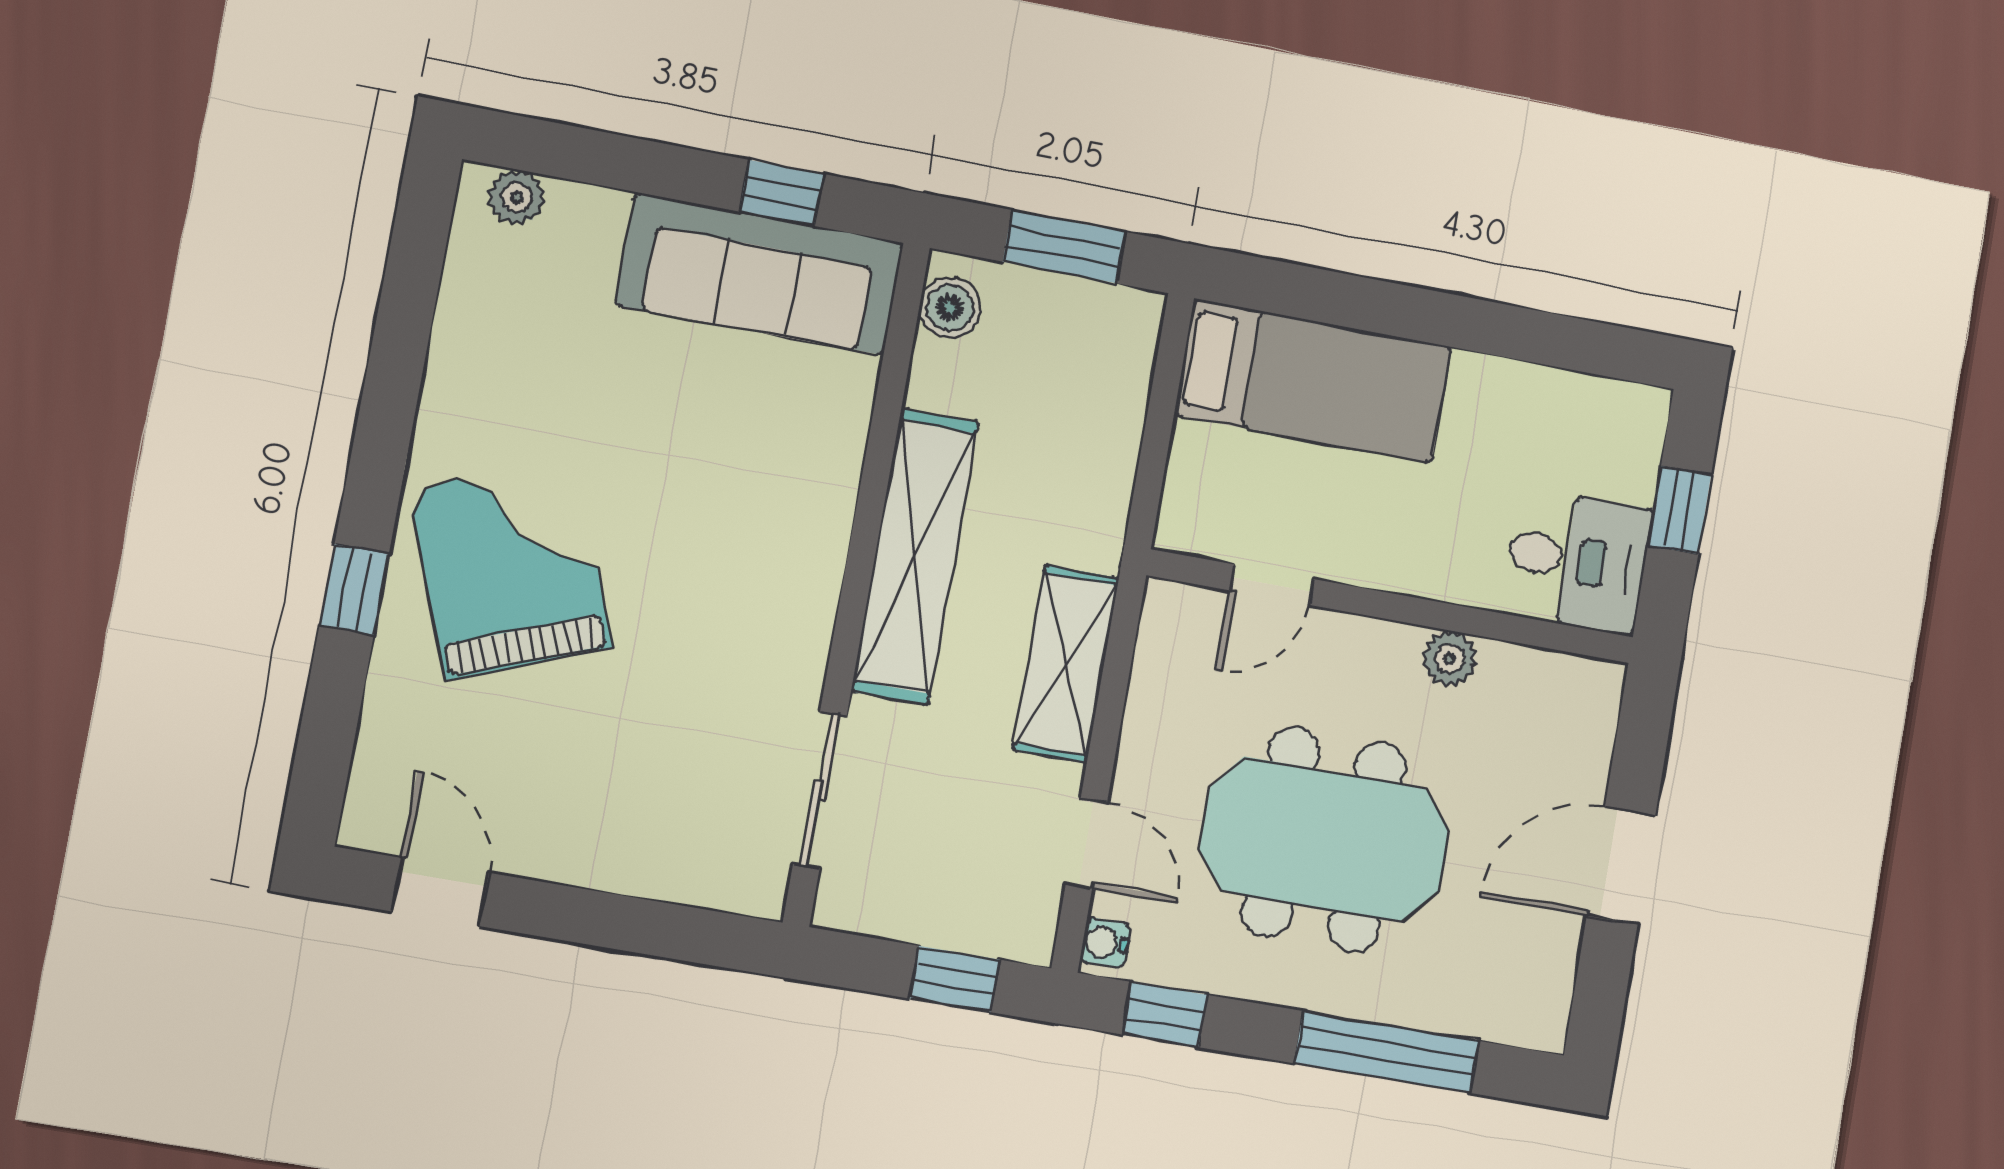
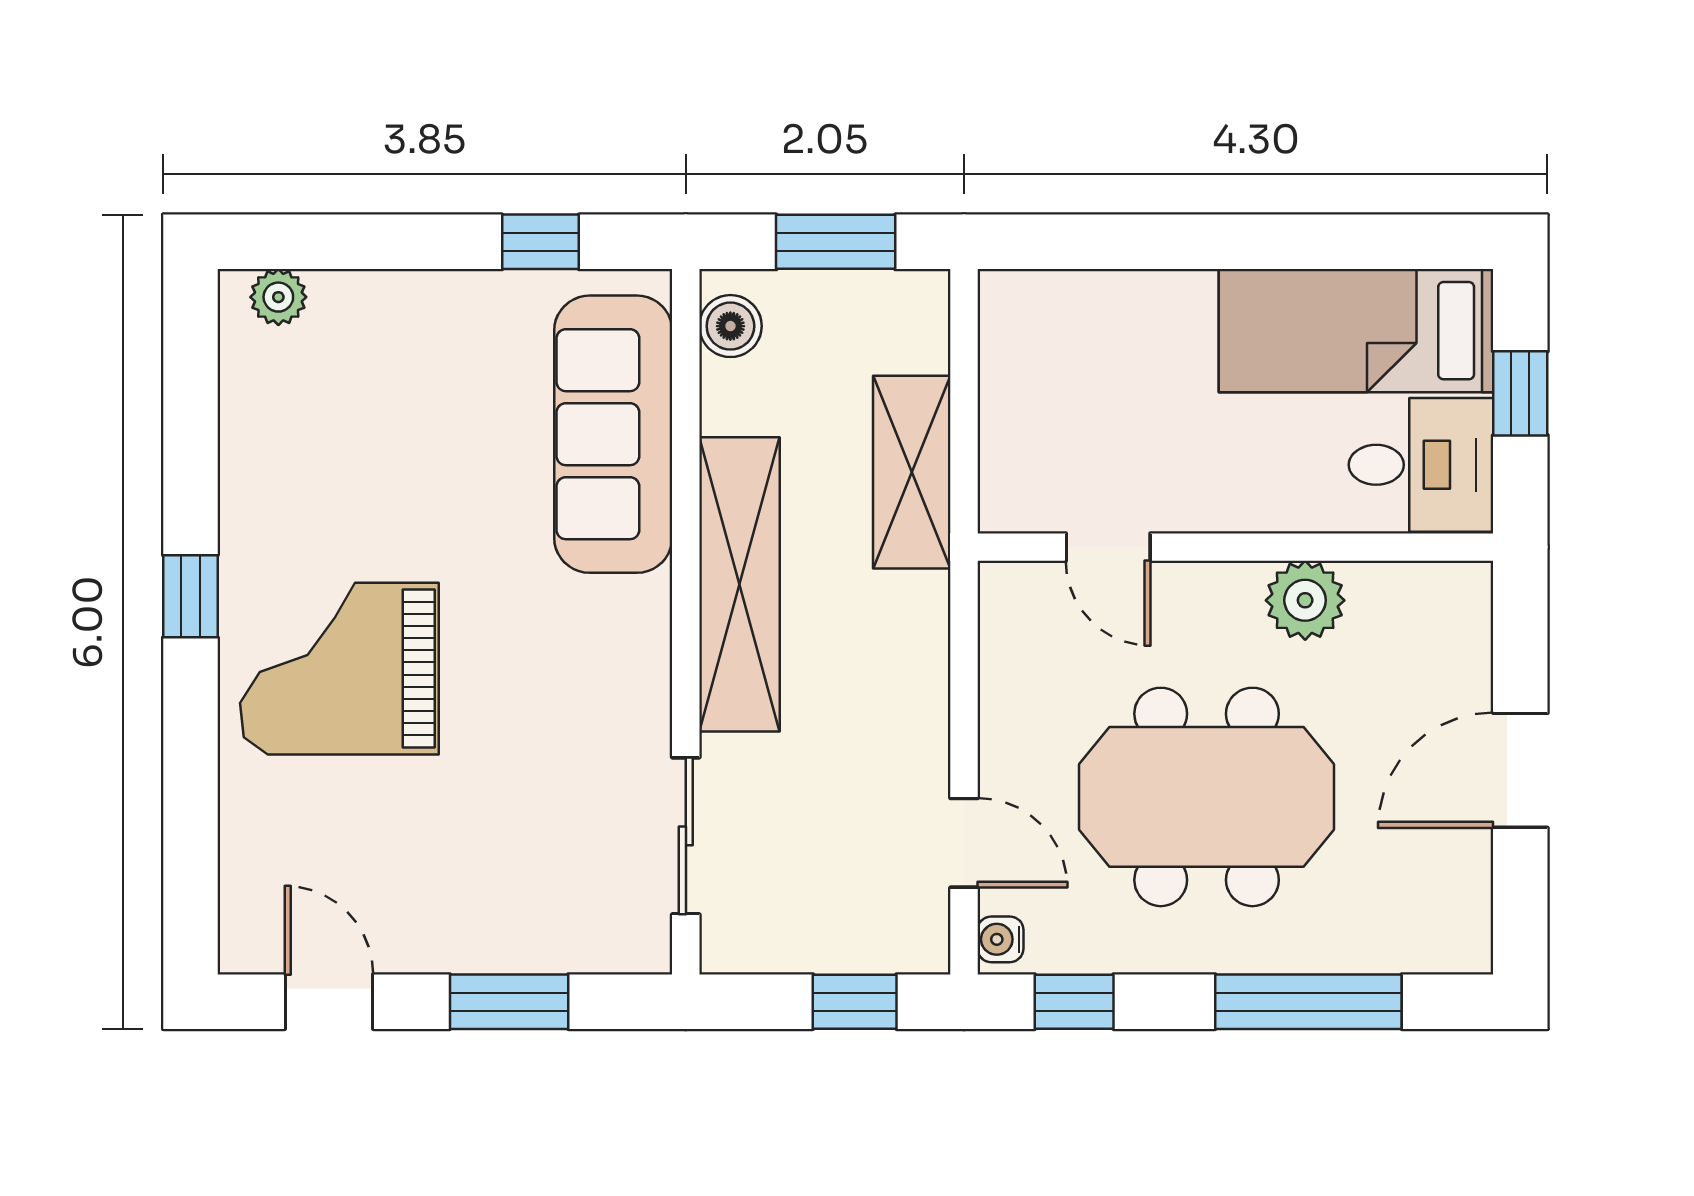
sofa: (760, 274) -> (613, 434), moved, turned 90
bed: (1313, 381) -> (1356, 331), moved, turned 180
grand piano: (510, 568) -> (339, 669), turned -69
door: (1272, 585) -> (1108, 547), hinge flipped
window: (354, 589) -> (190, 596), moved
plant: (1450, 658) -> (1305, 600), width x1.38, depth x1.38
shelving: (1066, 664) -> (912, 472), moved
window: (618, 922) -> (509, 1002), added

